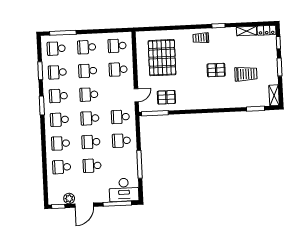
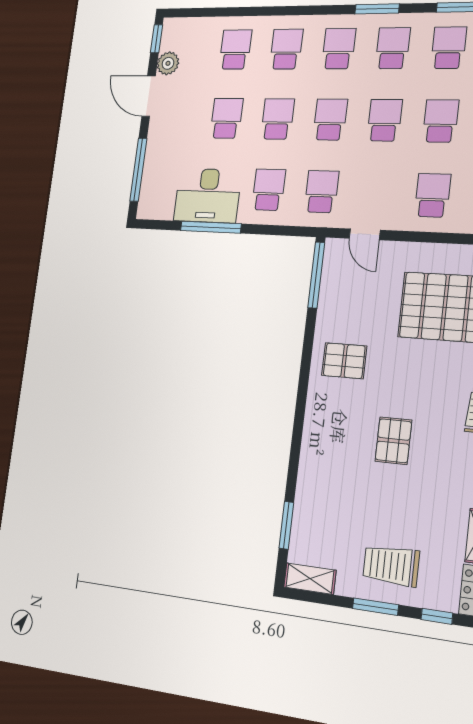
trolley: (246, 74) -> (391, 565), moved, turned 90
pallet: (166, 97) -> (344, 361), moved, turned 90
desk: (124, 190) -> (208, 196), moved, turned -90

